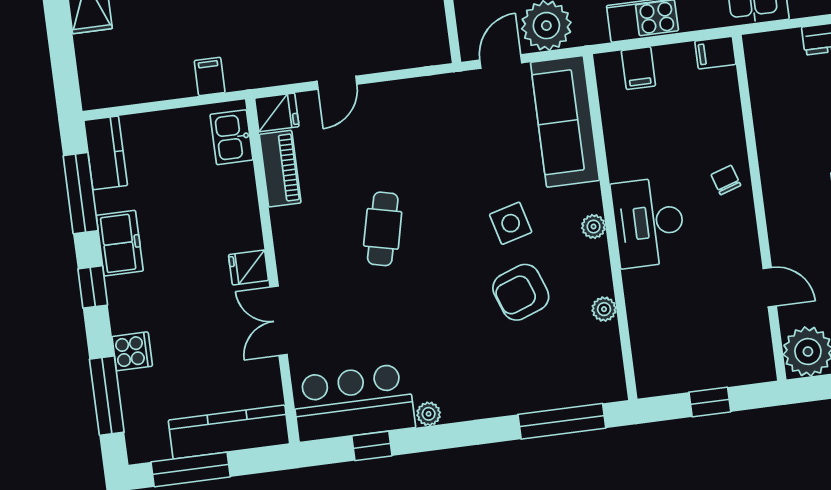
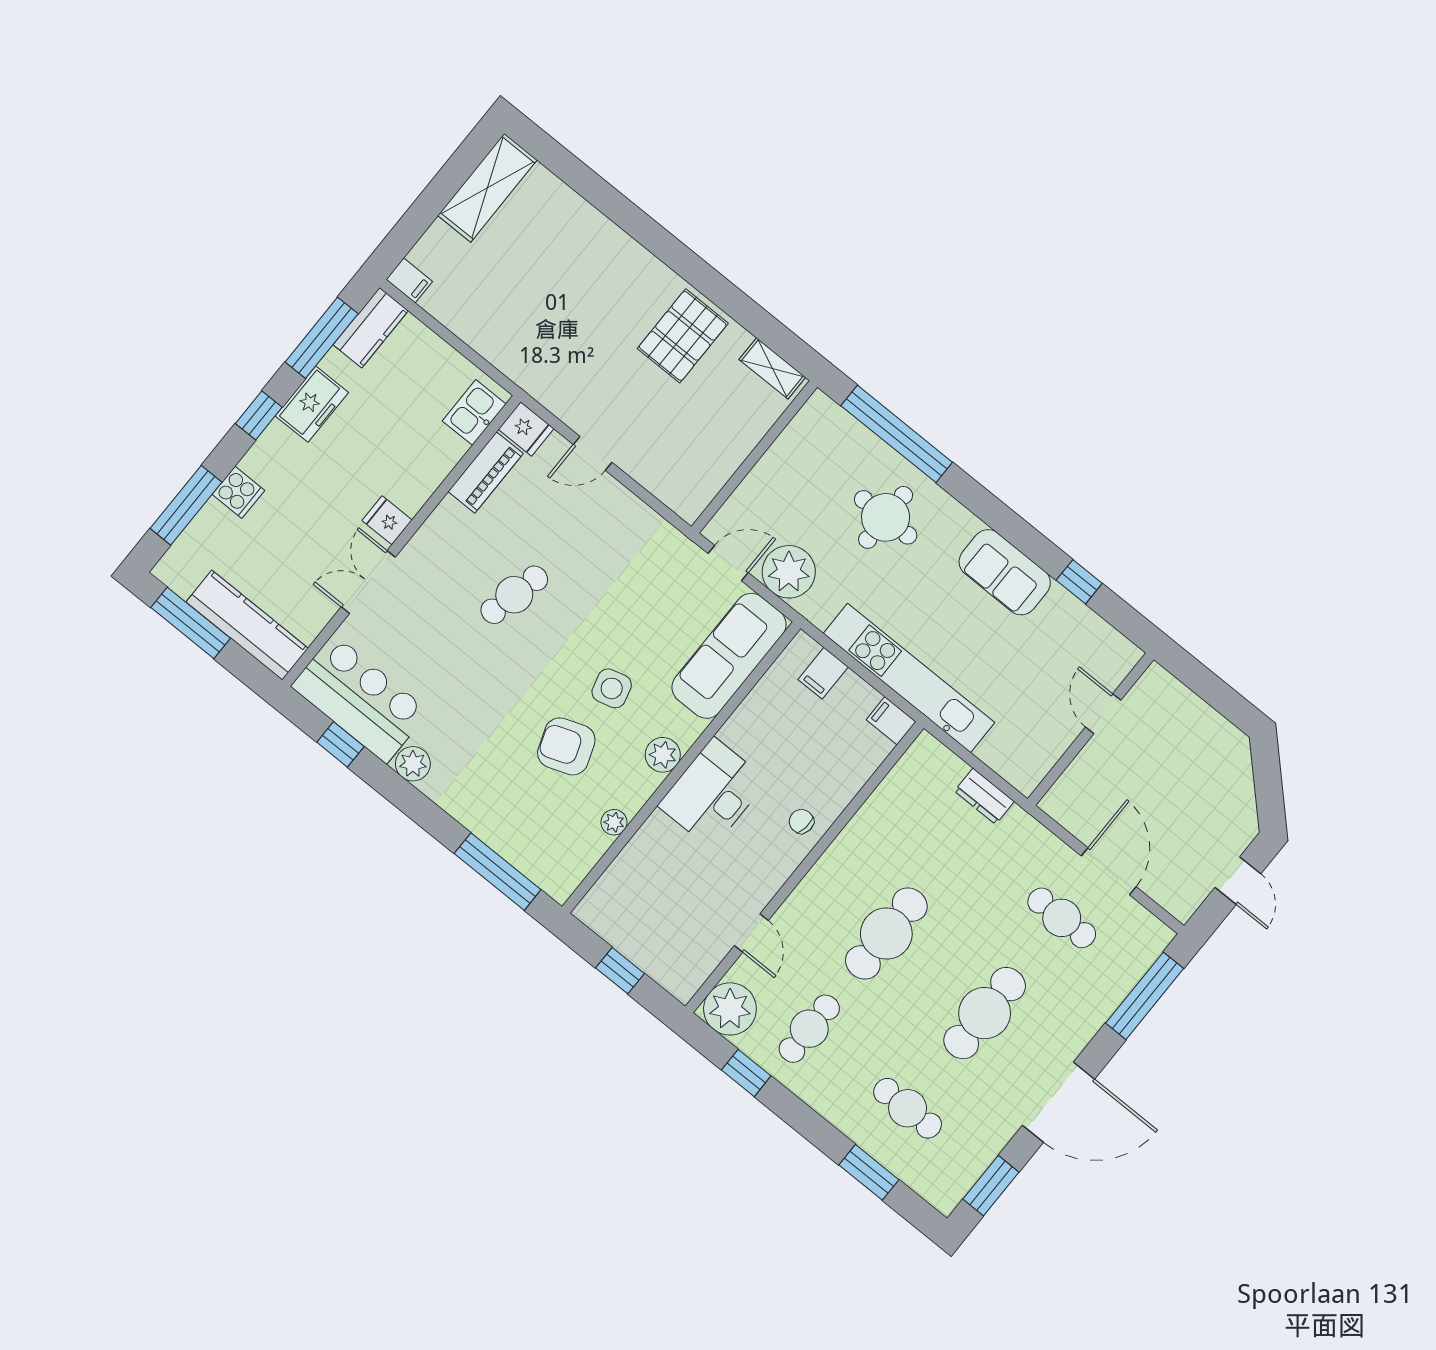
filing cabinet: (210, 77) -> (409, 280), moved, turned 90
chair: (726, 180) -> (801, 821), turned -65
plant: (594, 227) -> (663, 755), width x1.38, depth x1.38
plant: (429, 414) -> (413, 764), width x1.38, depth x1.38

